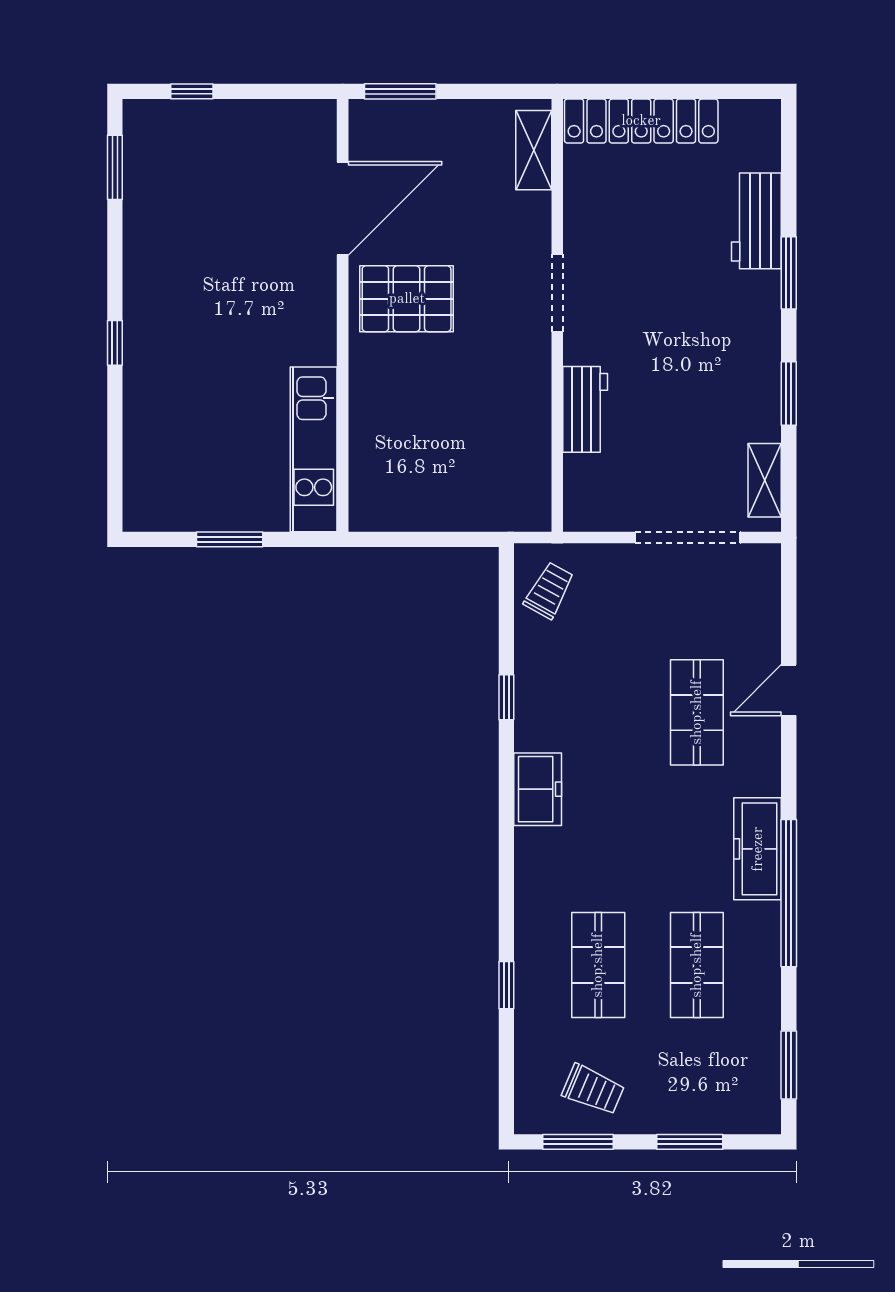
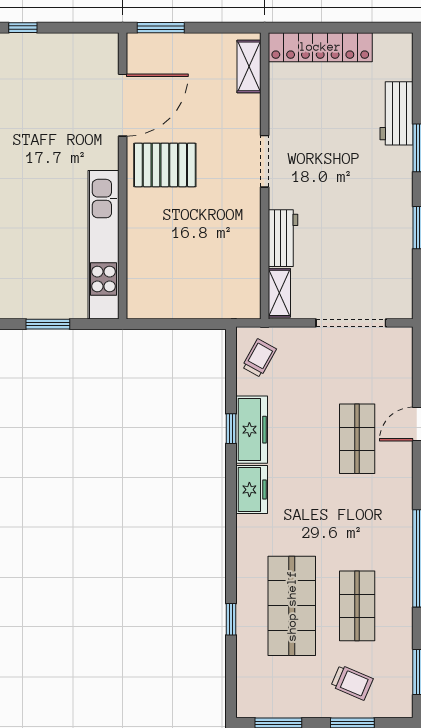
kitchen unit: (314, 449) -> (103, 245), width x1.36
shelving: (765, 480) -> (279, 293), moved
freezer: (758, 849) -> (252, 430), moved, turned 180
shop shelf: (598, 965) -> (292, 606), width x1.43, depth x1.36
trolley: (593, 1090) -> (352, 682), moved

